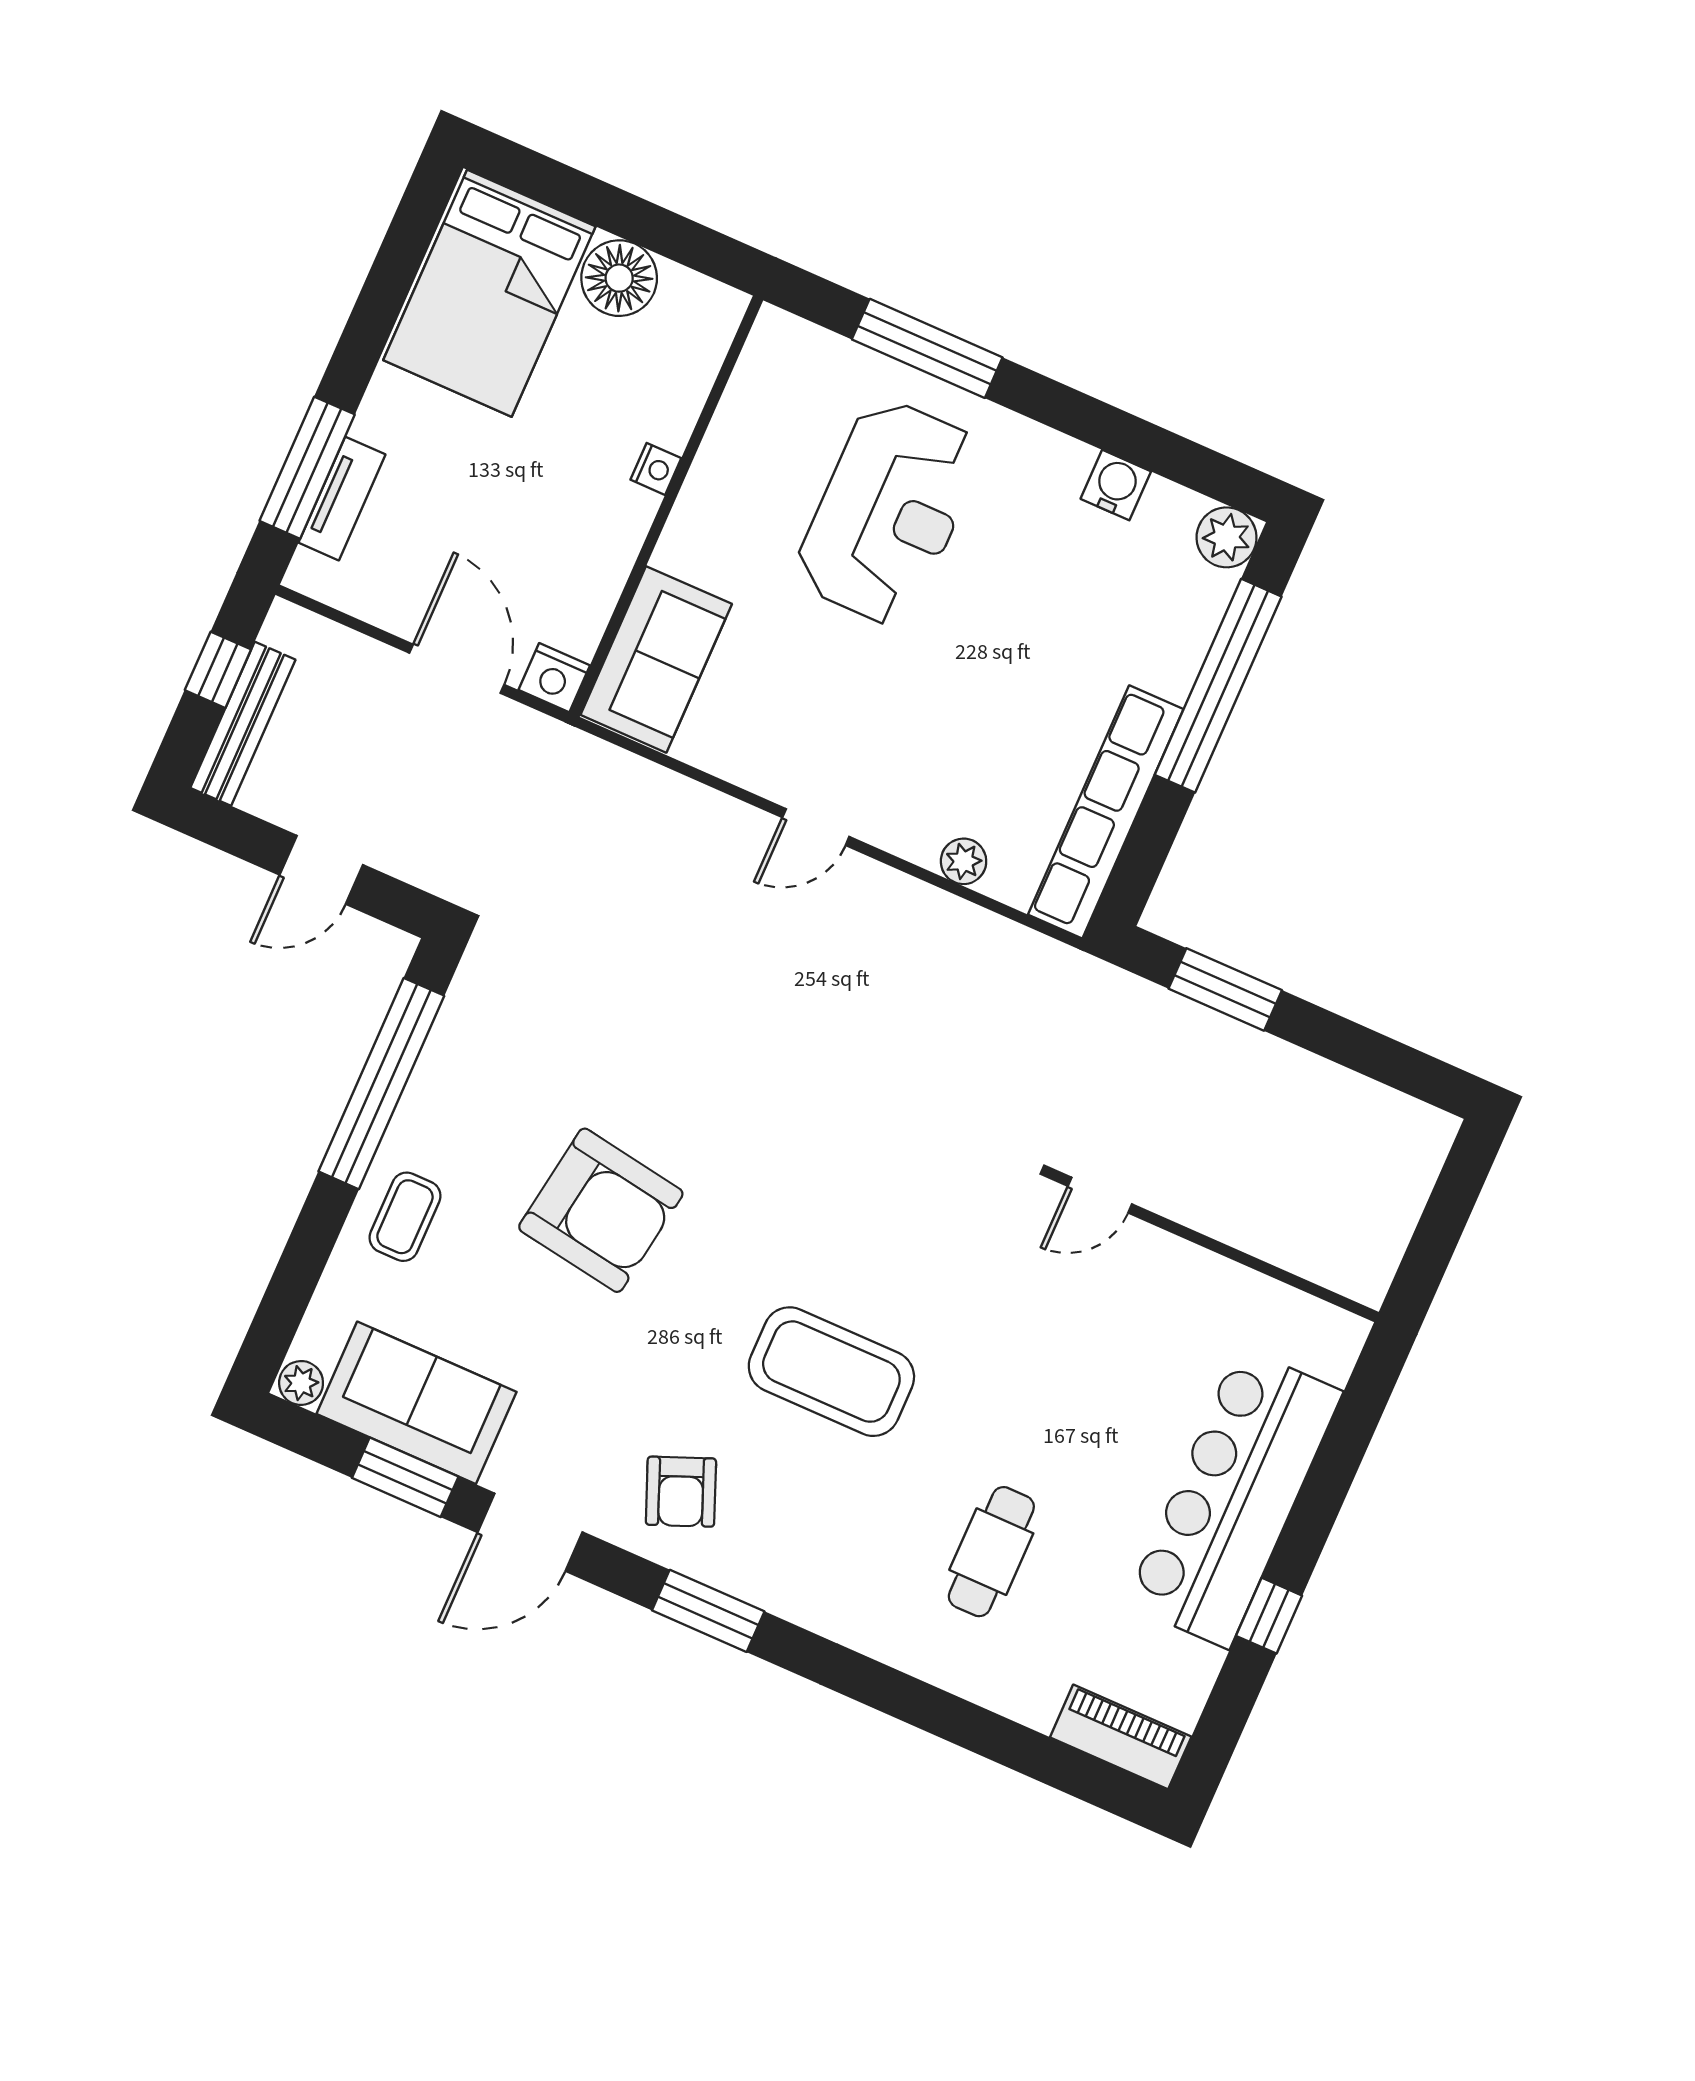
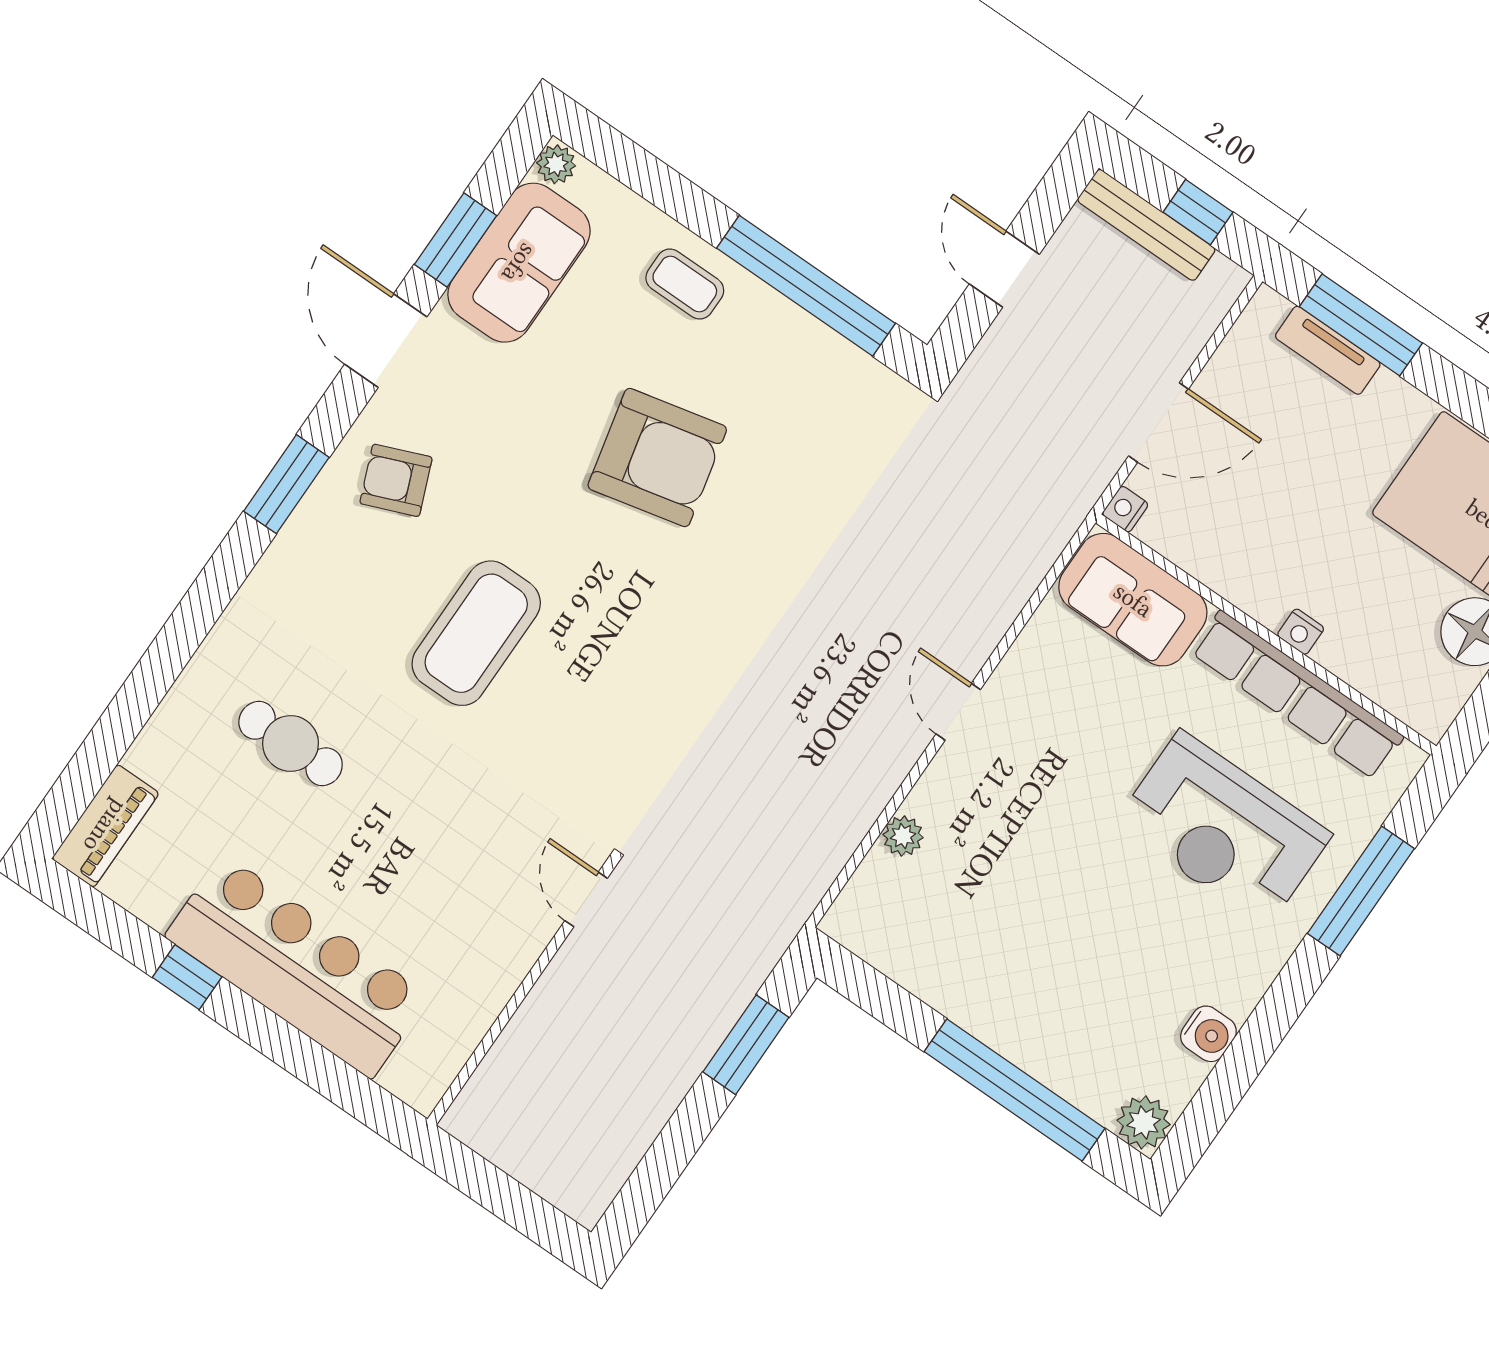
nightstand: (554, 678) -> (1125, 509), width x0.72, depth x0.74
row of seats: (1106, 812) -> (1297, 695), moved, turned 180
armchair: (601, 1210) -> (657, 458), turned -112

